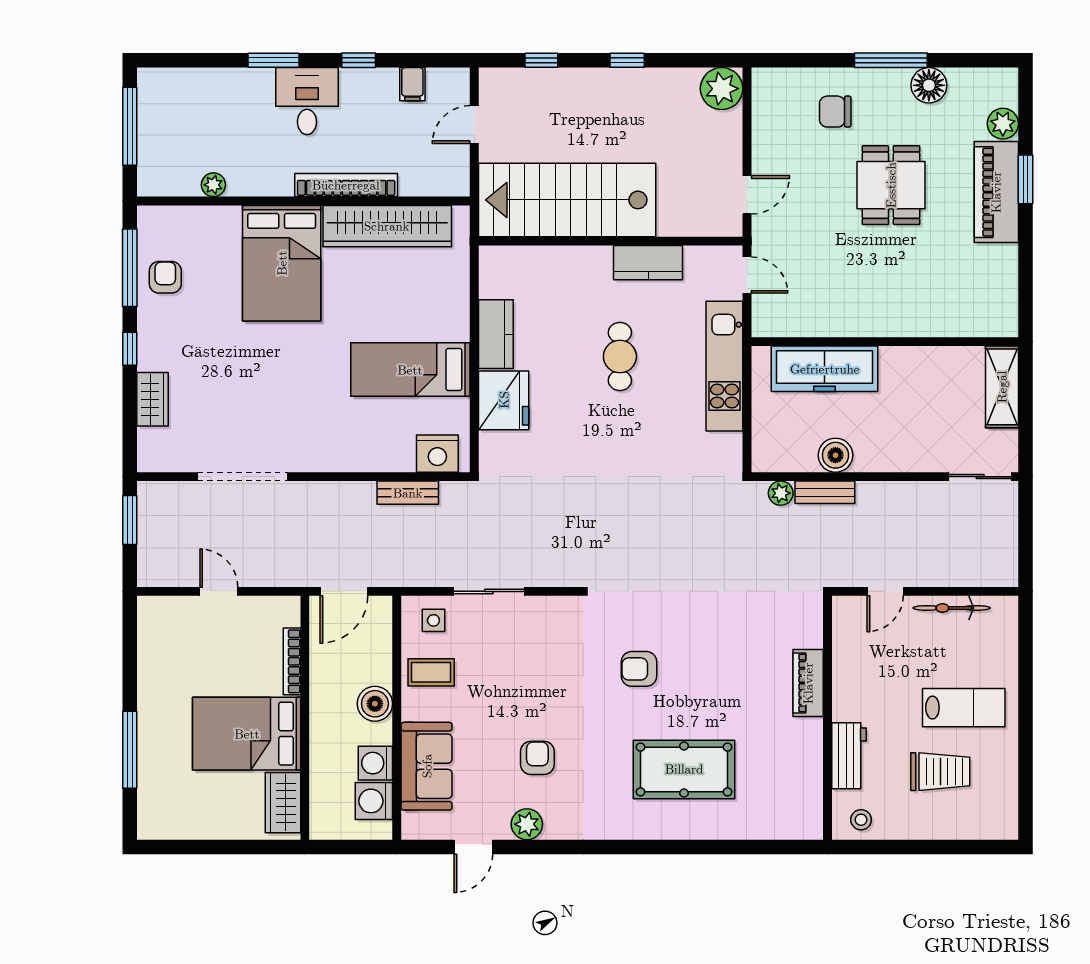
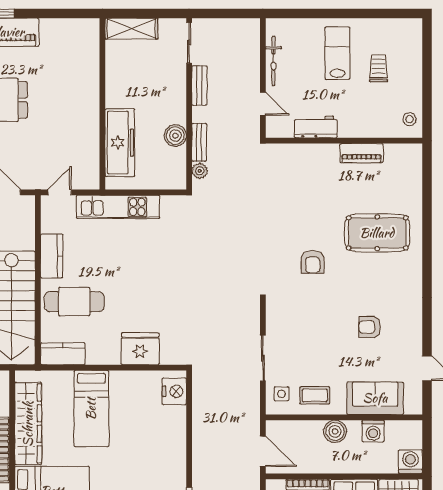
kitchen counter: (496, 334) -> (63, 354), moved
cafe table: (620, 356) -> (74, 302), moved, width x1.37, depth x1.35
bed: (410, 370) -> (91, 409), moved
bench: (408, 493) -> (199, 85), moved
coffee table: (431, 672) -> (315, 395), turned 90
piano: (808, 683) -> (361, 153), moved
workbench: (849, 756) -> (316, 127), moved
pool table: (684, 769) -> (377, 233), turned 90
trolley: (940, 772) -> (379, 68), width x0.73, depth x0.72
washing machine: (374, 801) -> (410, 462), moved, turned 180
plant: (527, 824) -> (412, 334), removed

